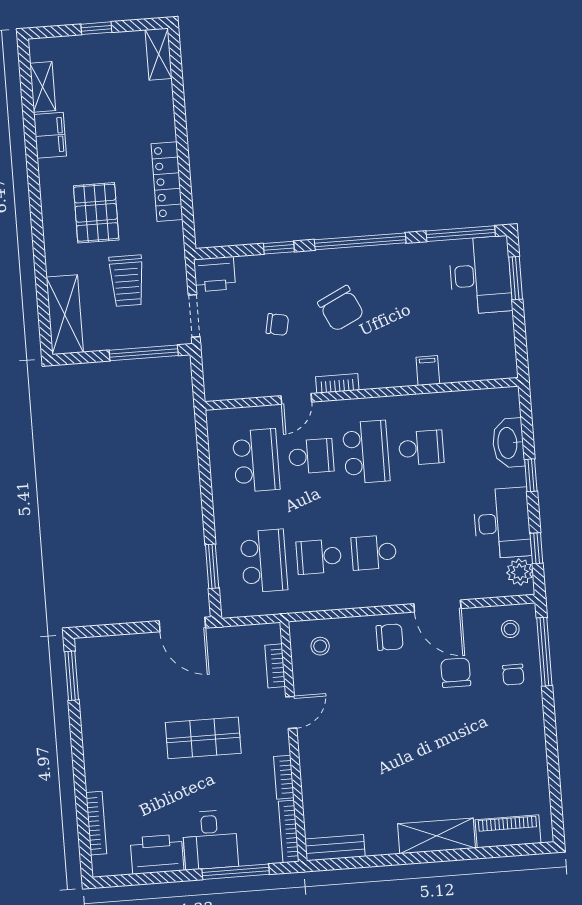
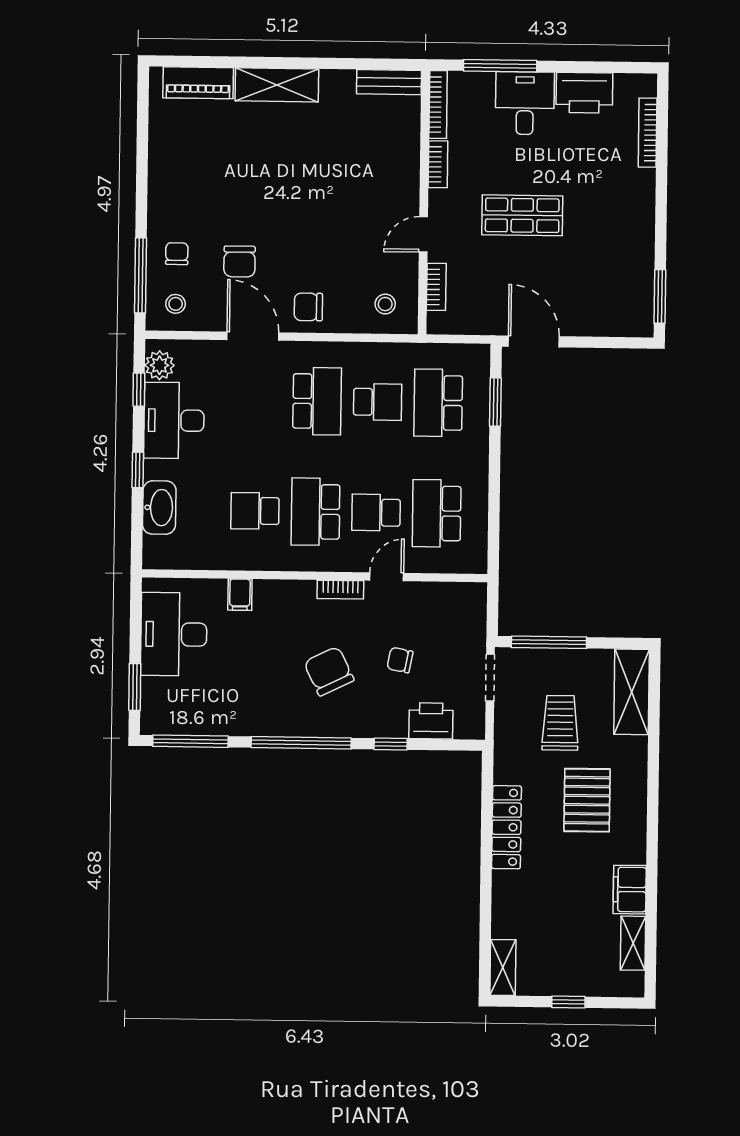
printer: (215, 274) -> (431, 721), moved
desk: (480, 275) -> (174, 634), moved
school desk: (374, 552) -> (317, 401), width x1.85

